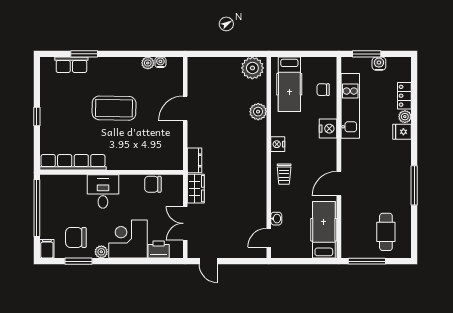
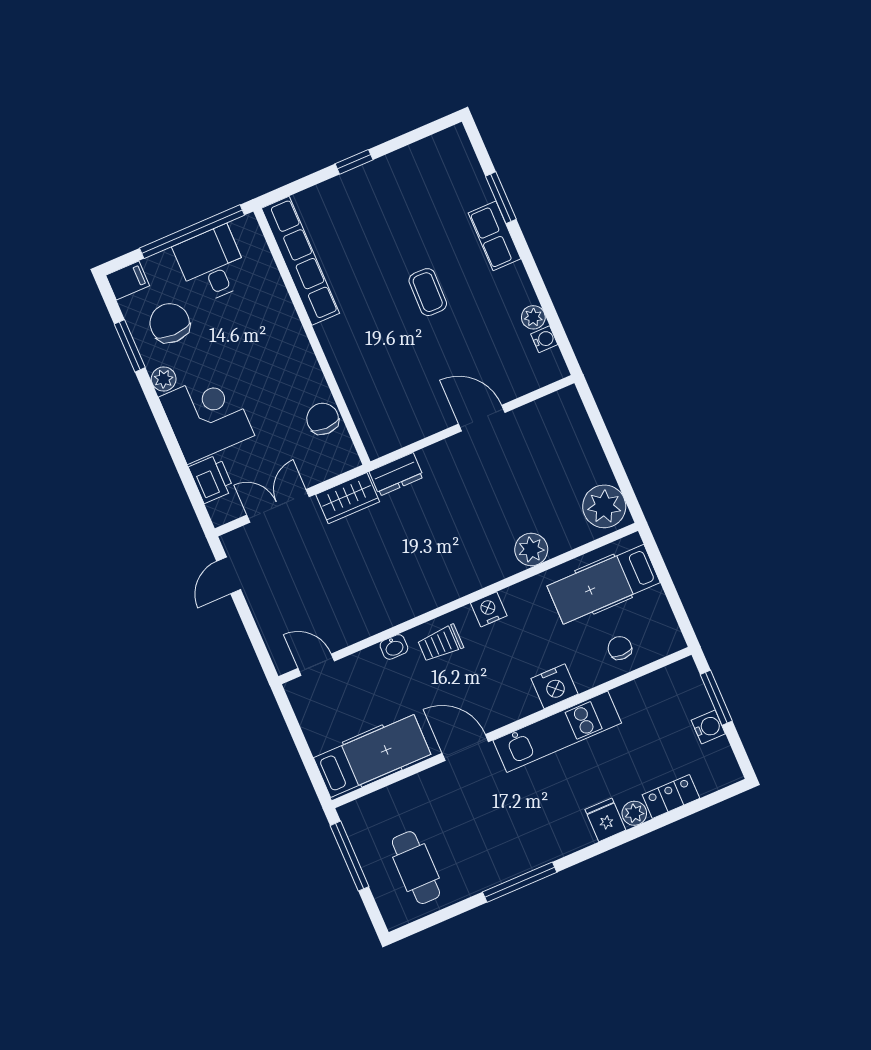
row of seats: (71, 65) -> (495, 236), moved
kitchen unit: (350, 106) -> (557, 732), moved
coffee table: (114, 108) -> (428, 292), width x0.54, depth x0.58
desk: (103, 191) -> (212, 265), moved, turned -90
washbasin: (276, 219) -> (394, 647), moved
cafe table: (386, 232) -> (416, 868), turned 90

